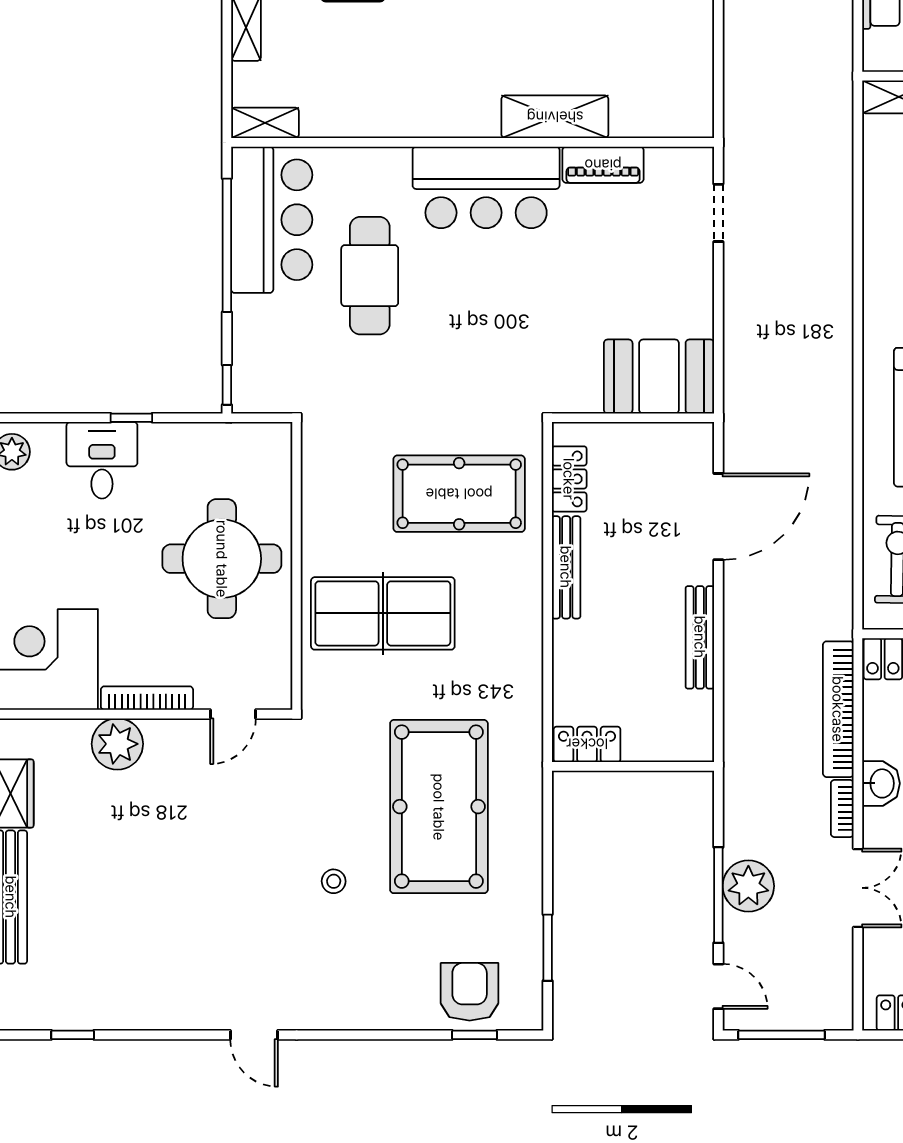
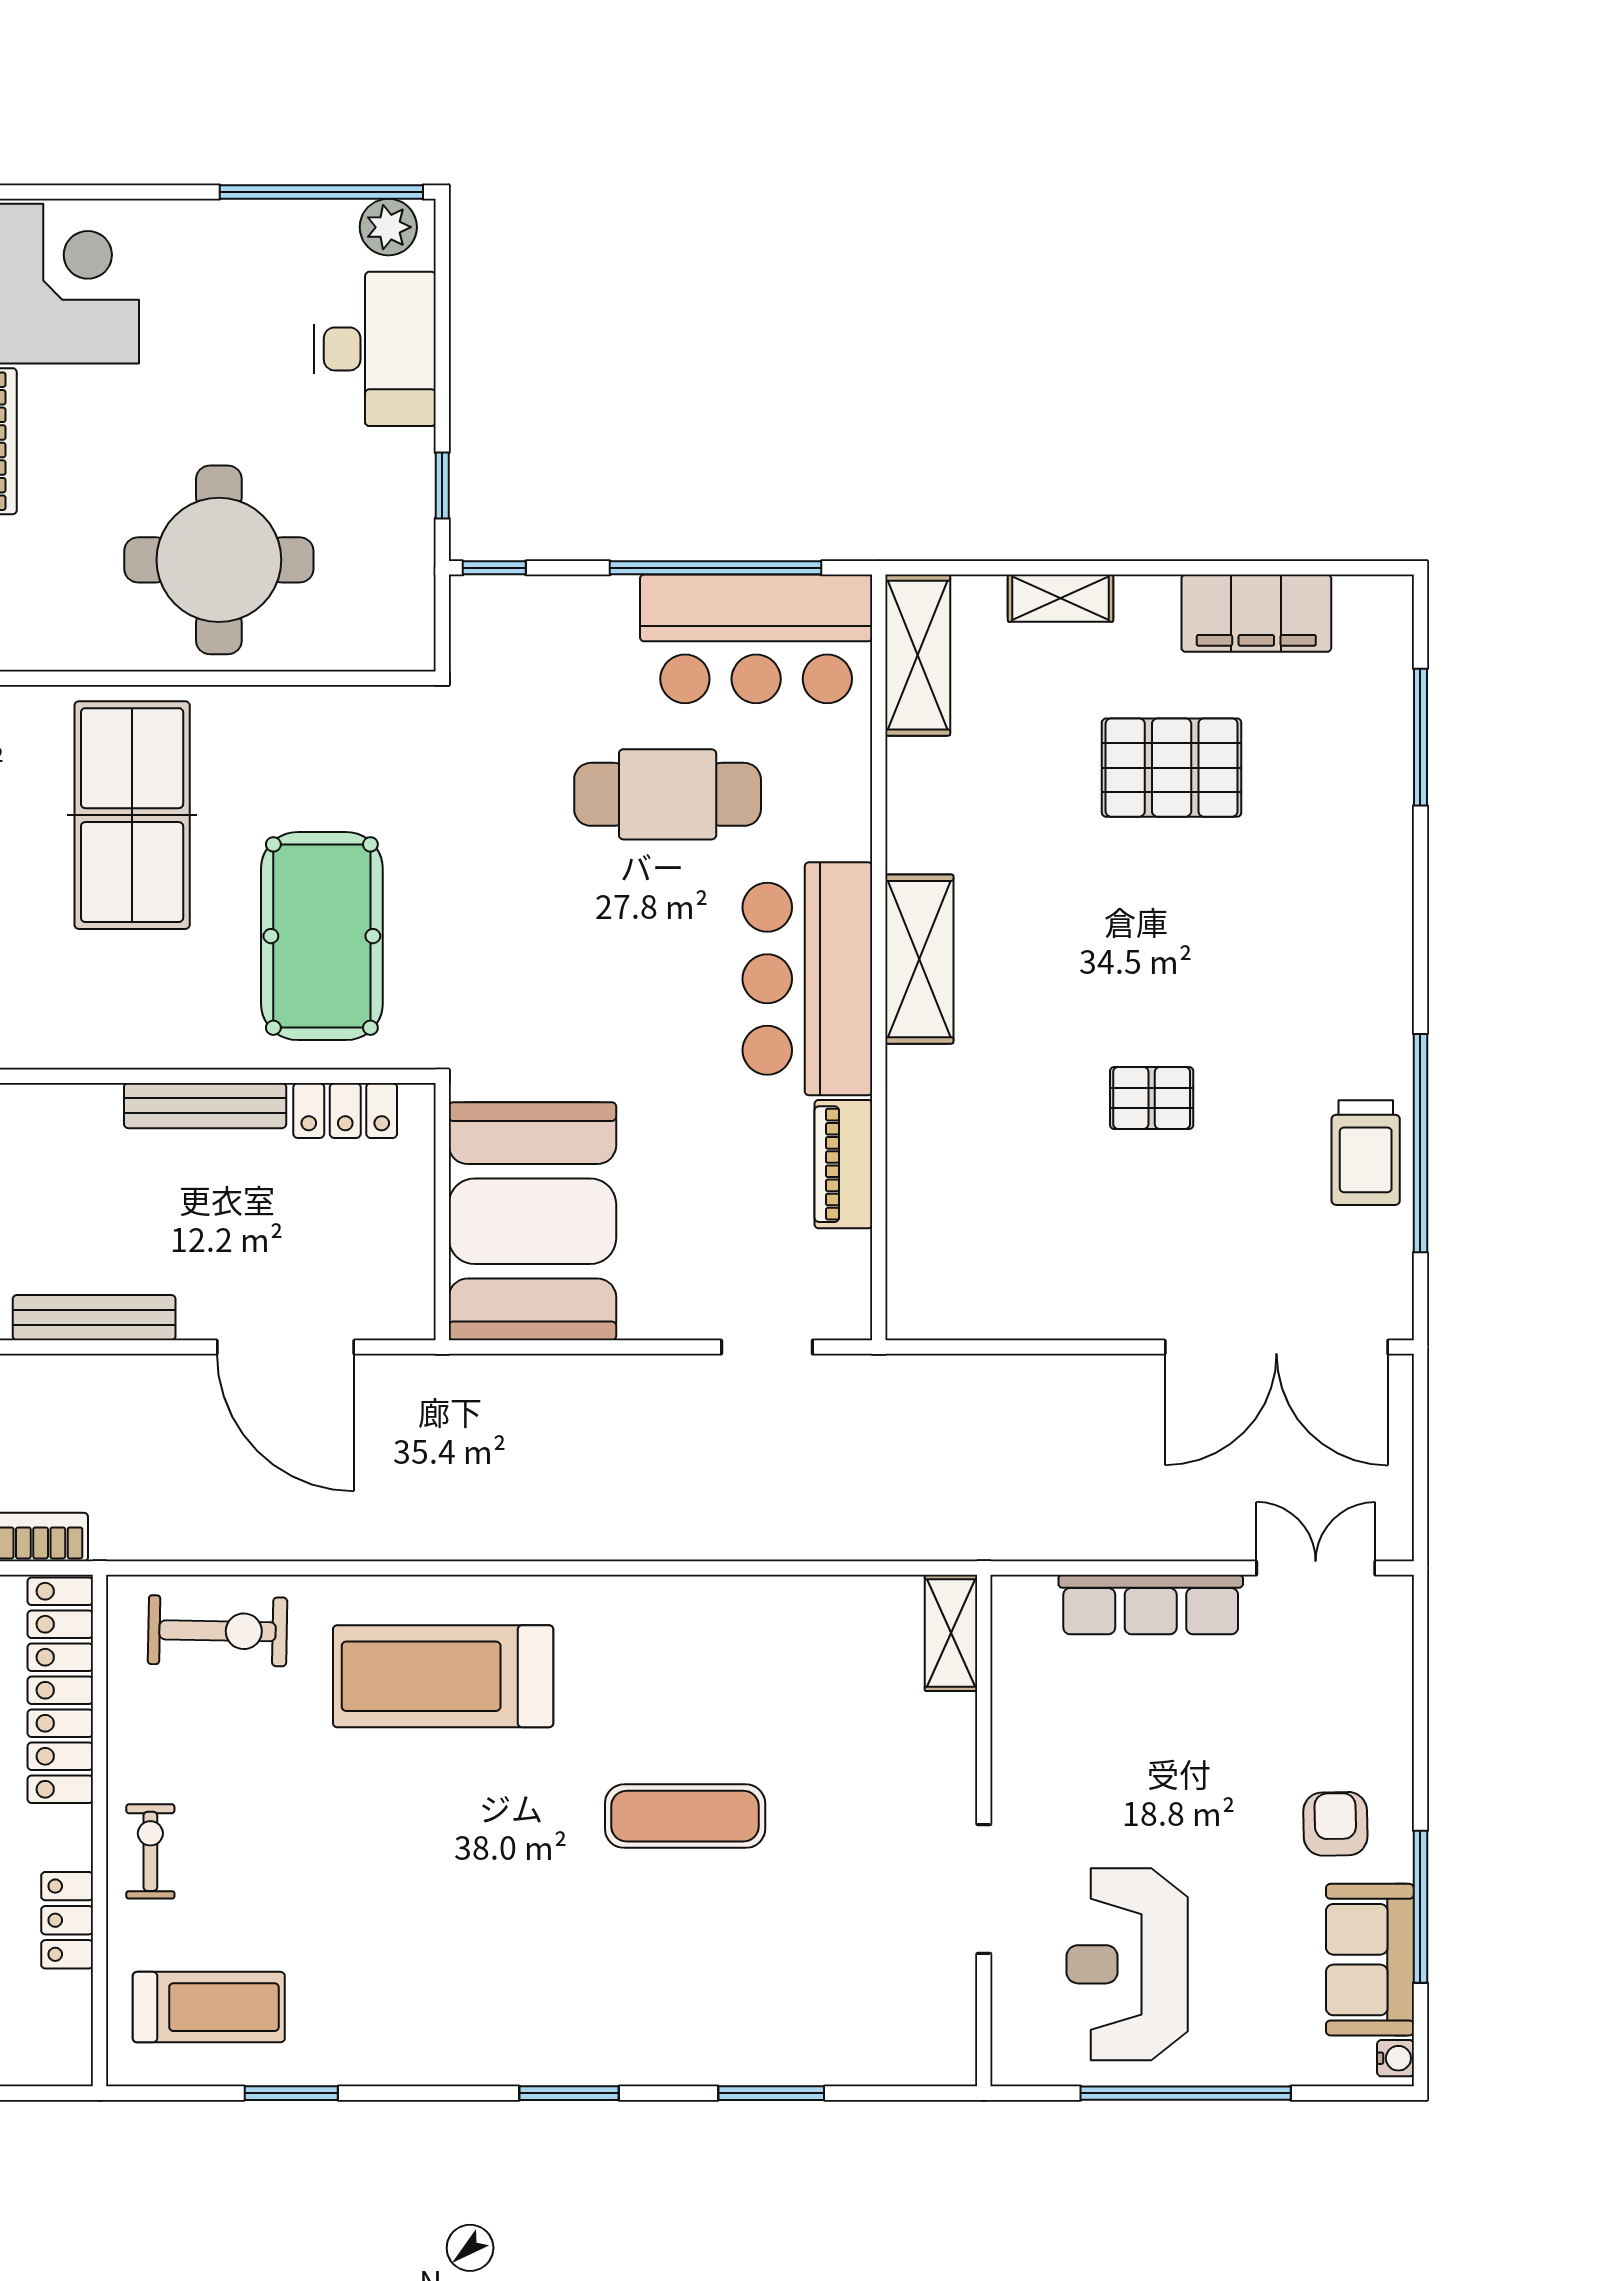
shelving: (555, 117) -> (919, 959), moved
shelving: (265, 123) -> (918, 655), width x1.50, depth x1.33
booth: (659, 377) -> (532, 1221), width x1.36, depth x1.42
window: (131, 418) -> (442, 485), moved
desk: (102, 460) -> (375, 349), width x1.37

